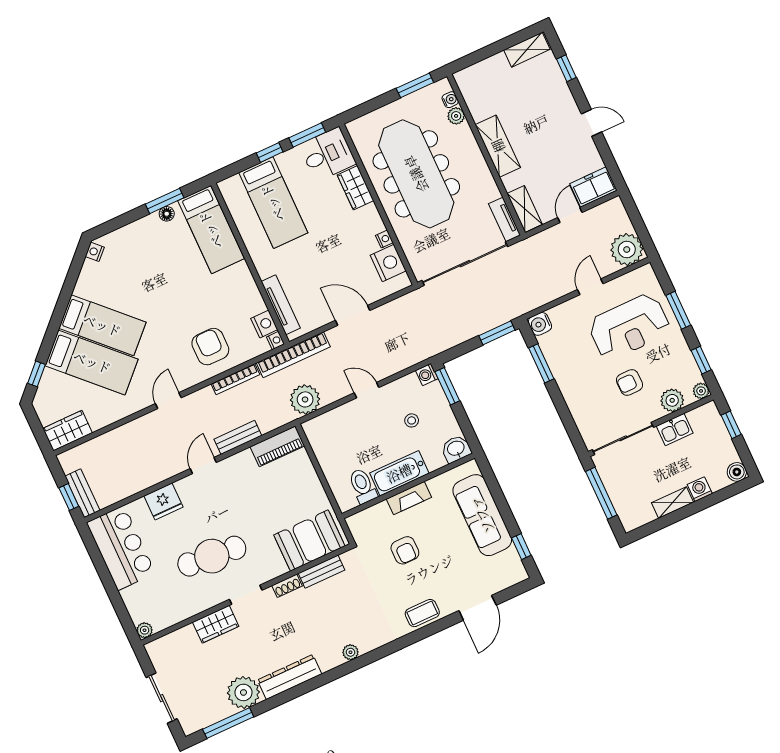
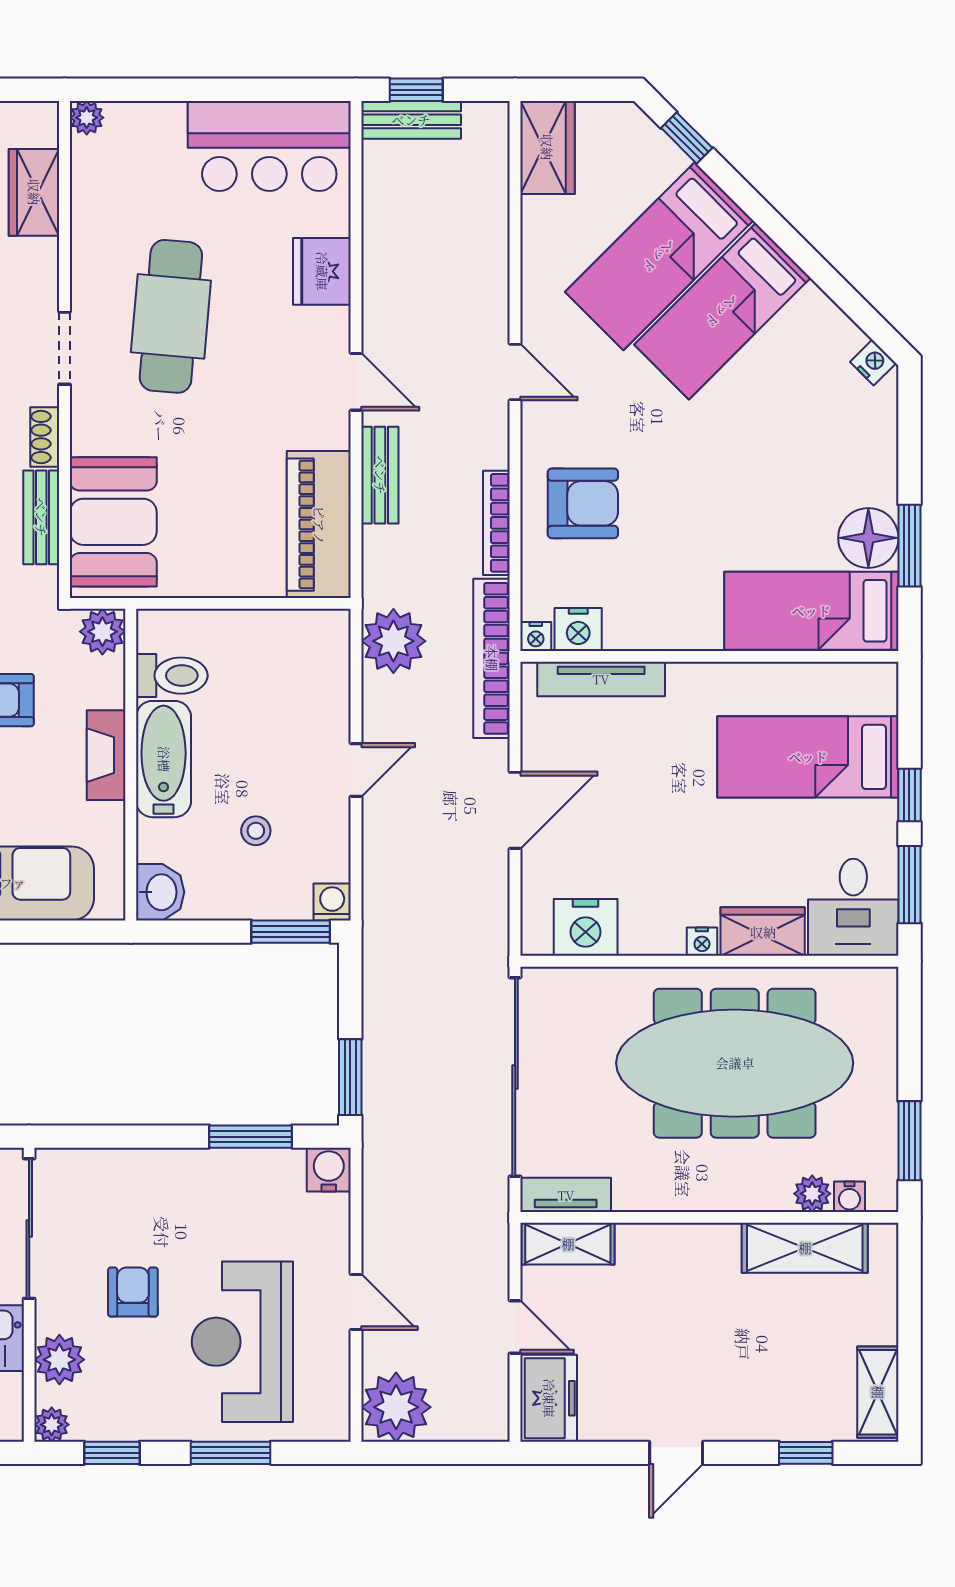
shelving: (498, 146) -> (805, 1248), moved
floor lamp: (167, 214) -> (868, 538), width x1.89, depth x1.89
nightstand: (384, 239) -> (702, 942), moved
piano: (277, 446) -> (319, 525), width x1.37, depth x1.33
plant: (358, 524) -> (102, 632), added
wardrobe: (216, 624) -> (34, 192), moved

